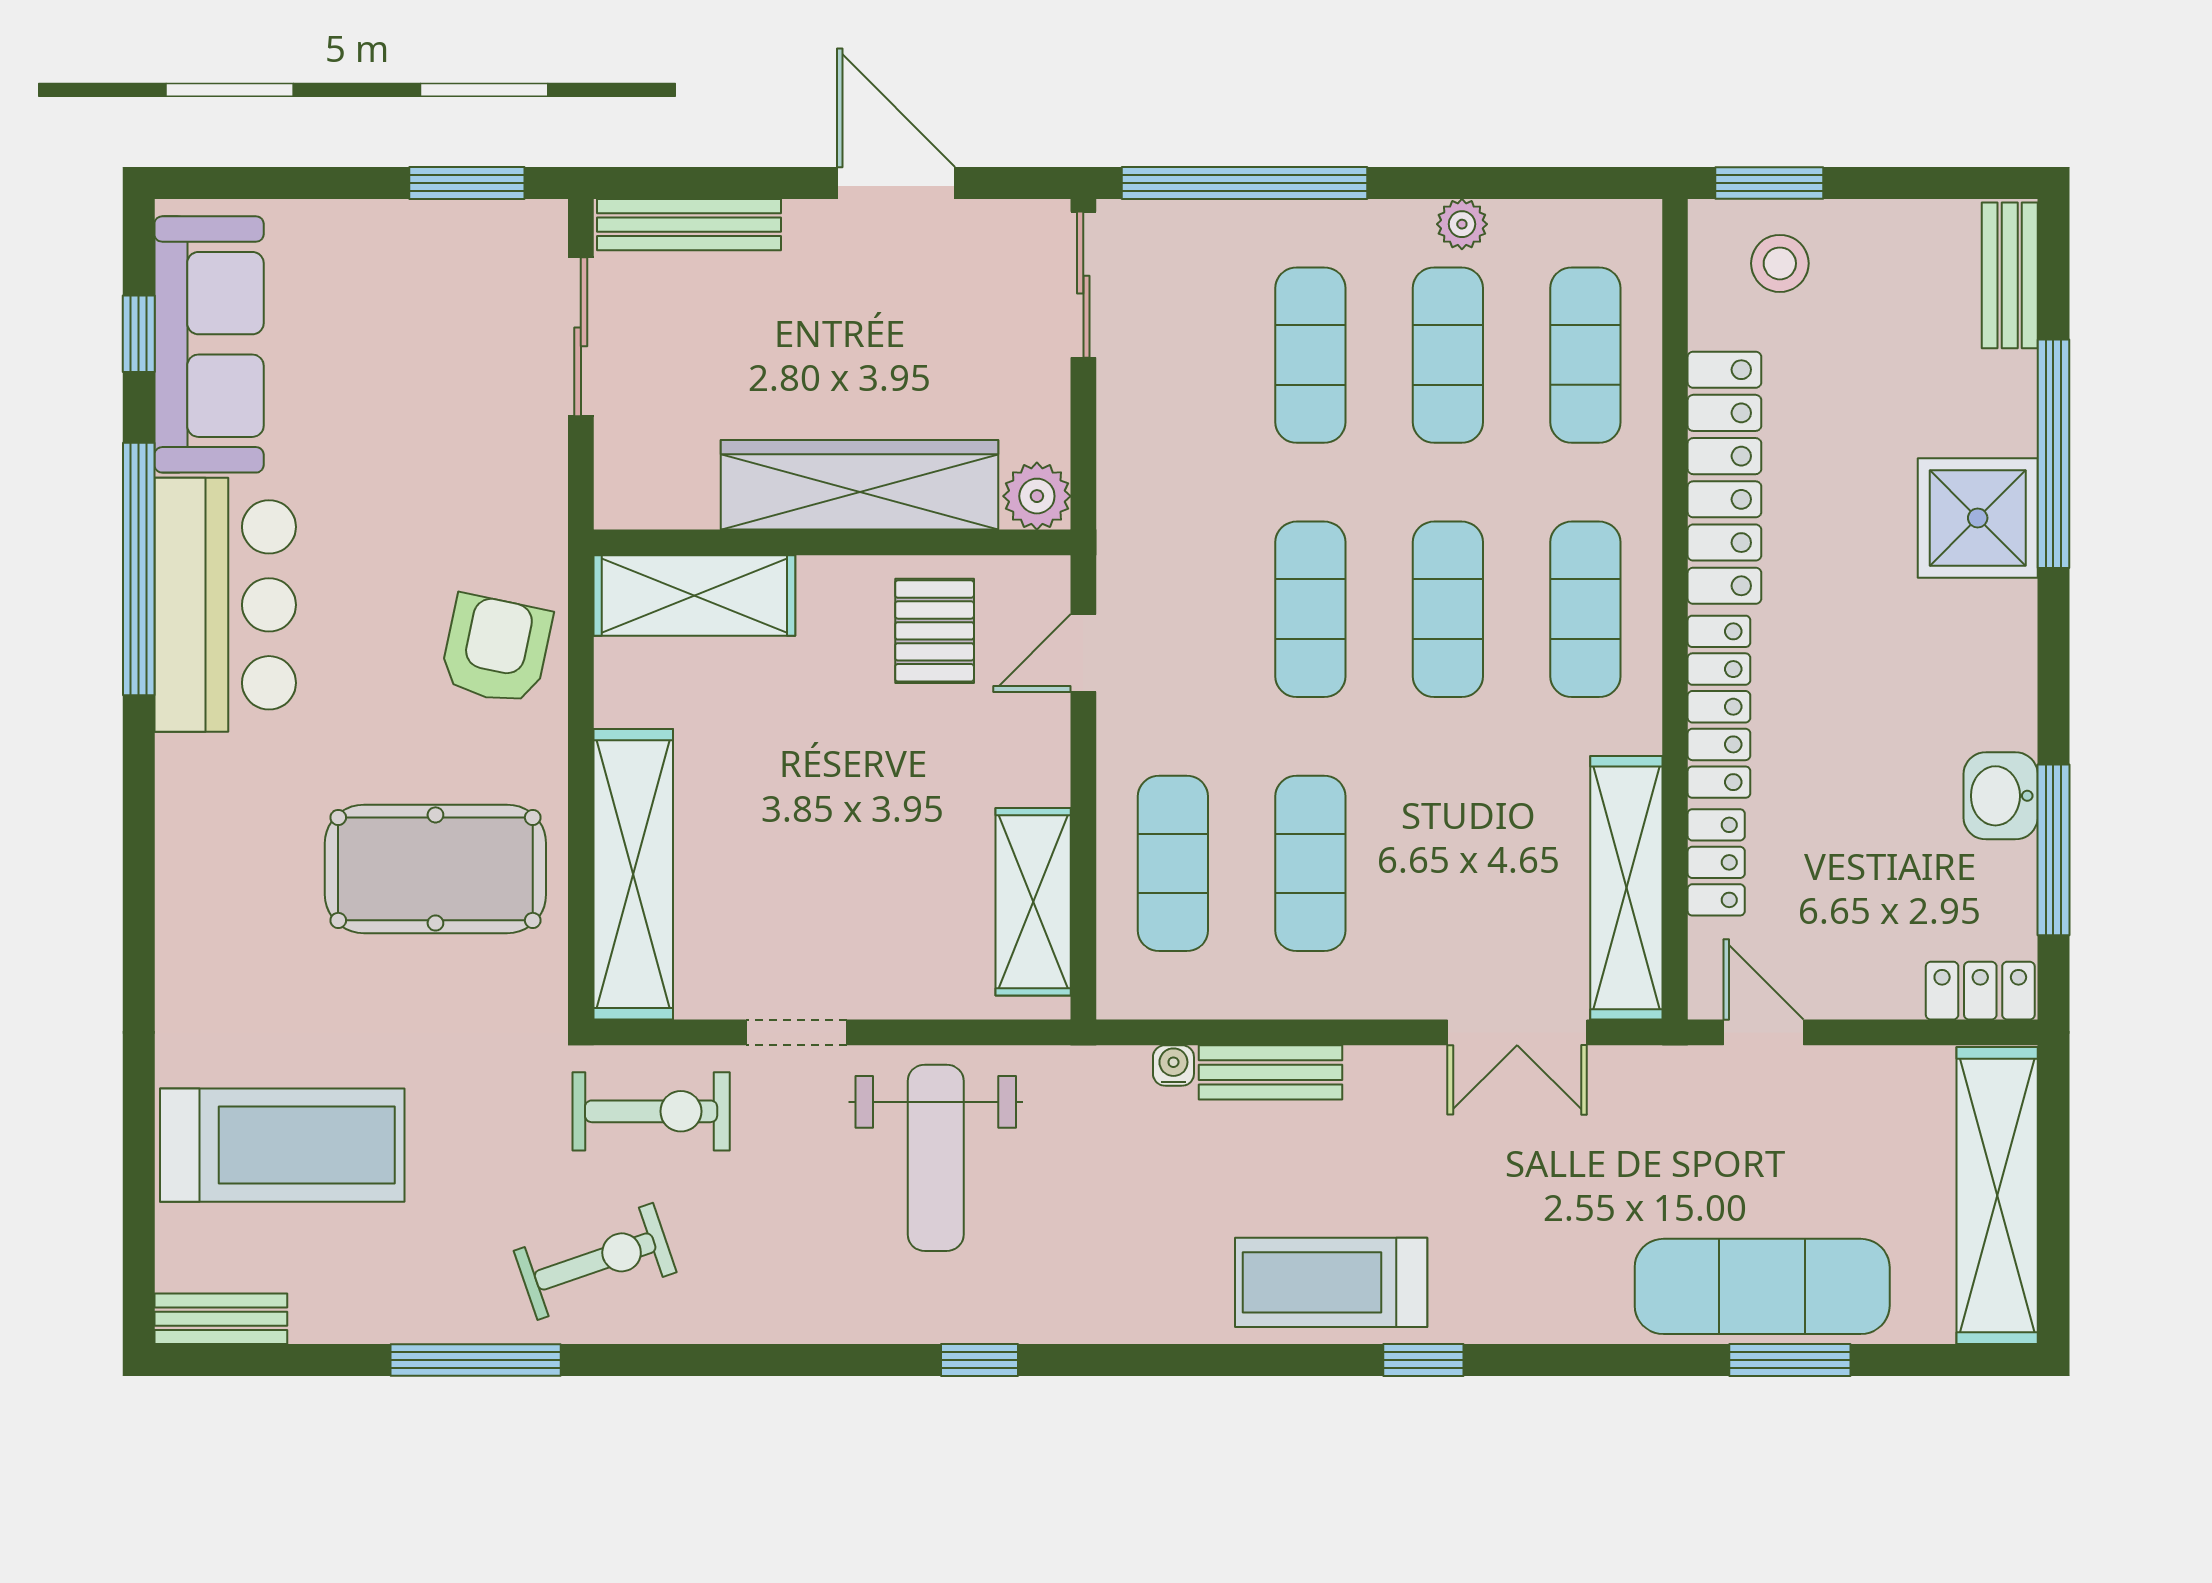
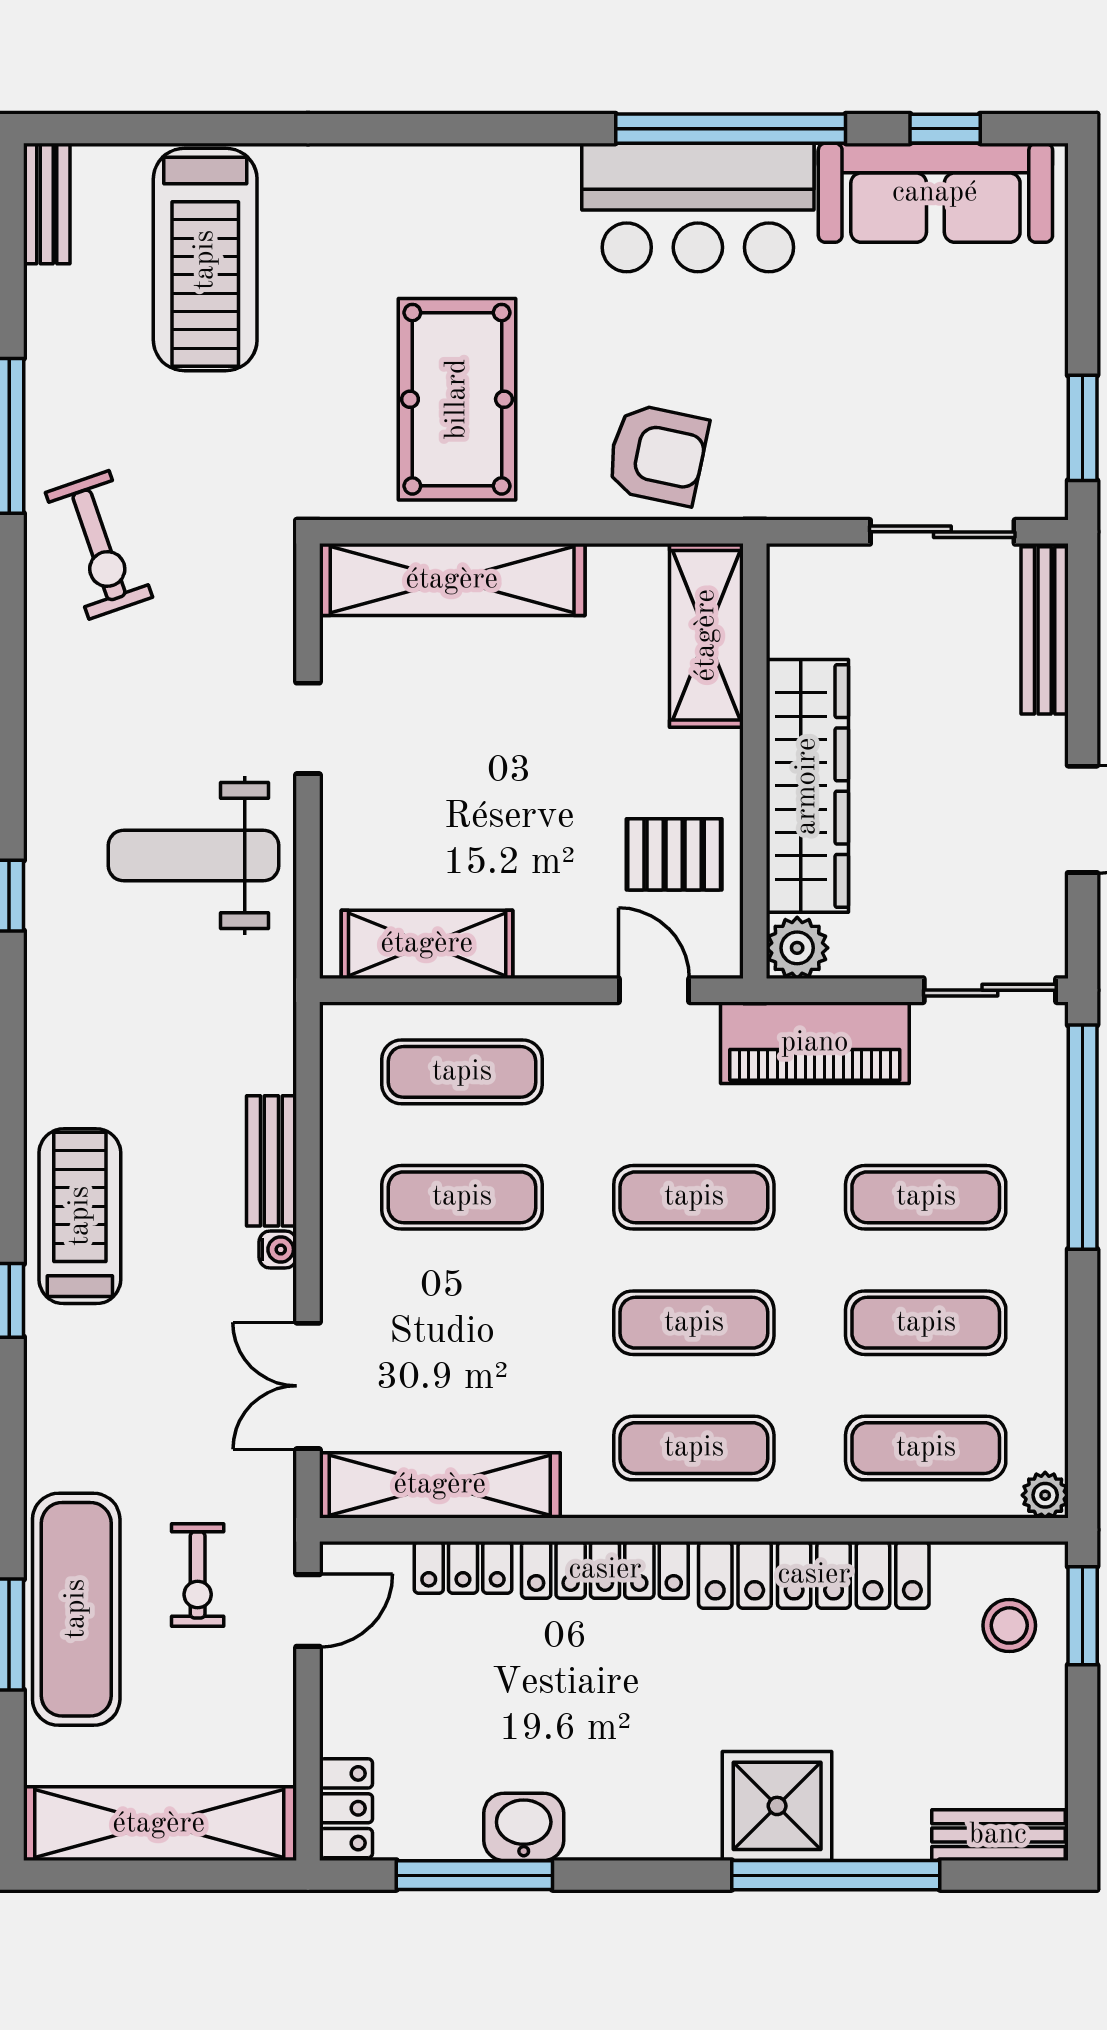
plant: (1462, 224) -> (1045, 1495), moved
piano: (1141, 477) -> (815, 1043), added
water cooler: (1173, 1065) -> (278, 1250), moved
exercise bike: (651, 1111) -> (198, 1575), moved, width x0.73, depth x0.72

